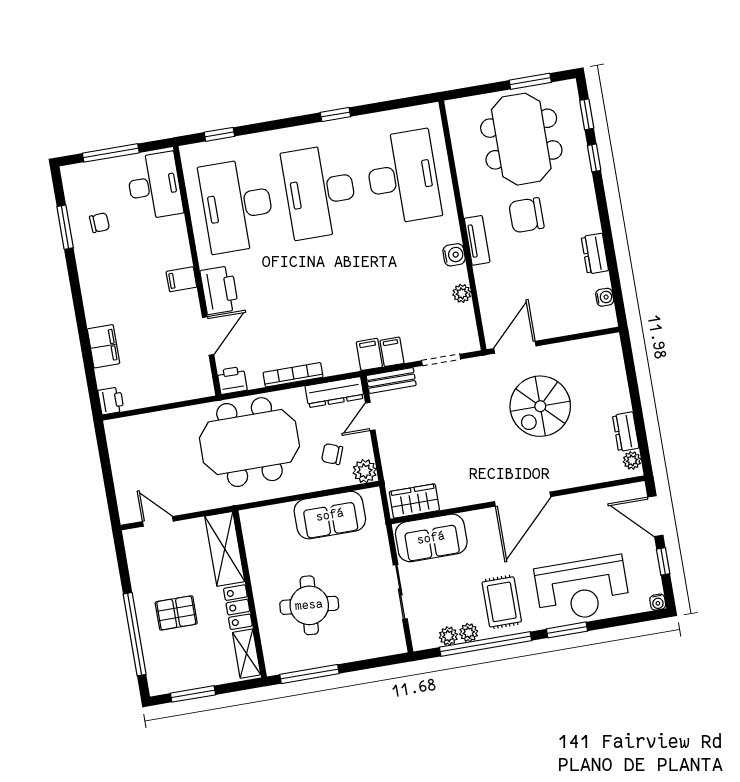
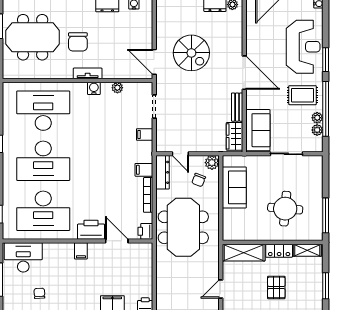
filing cabinet: (369, 354) -> (144, 170), moved
bench: (391, 380) -> (237, 107), moved

